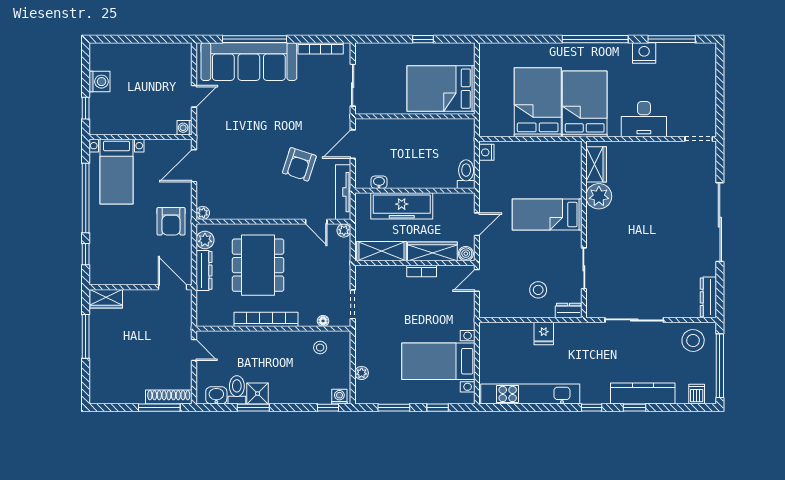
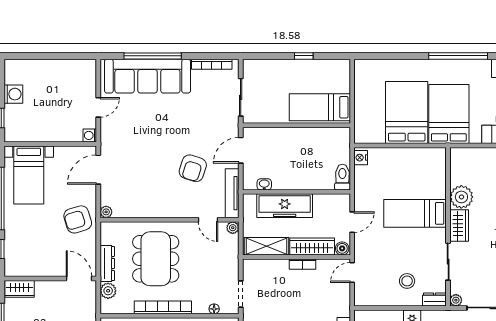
bed: (441, 89) -> (320, 107), width x0.67
wardrobe: (596, 164) -> (459, 226), moved
armchair: (171, 221) -> (78, 219), turned 73
plant: (205, 240) -> (108, 291), moved
plant: (593, 311) -> (456, 300), added

